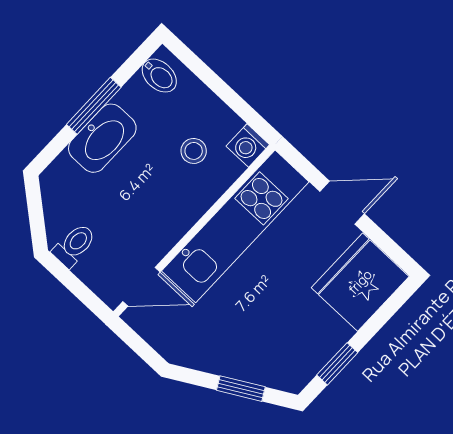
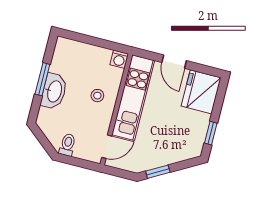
bidet: (159, 76) -> (64, 50), removed
stool: (194, 151) -> (97, 96), moved
door: (342, 203) -> (174, 62), swing flipped
window: (241, 389) -> (158, 172), moved

